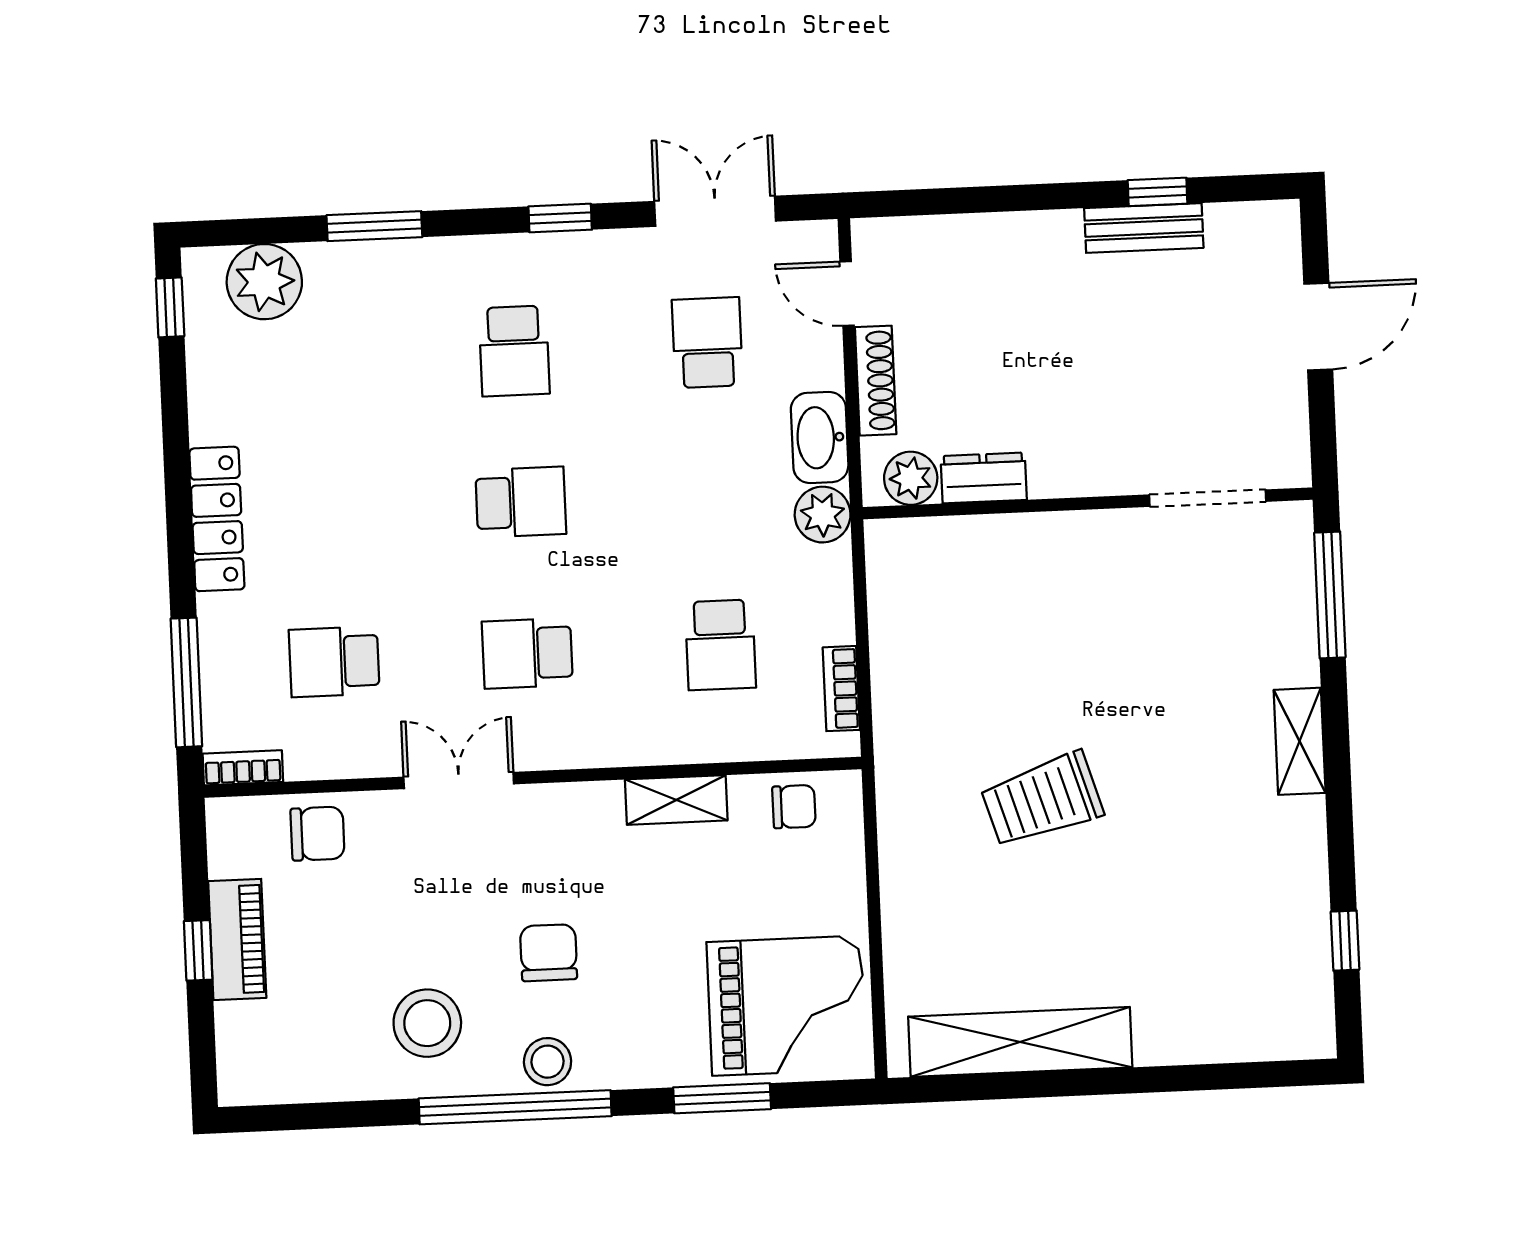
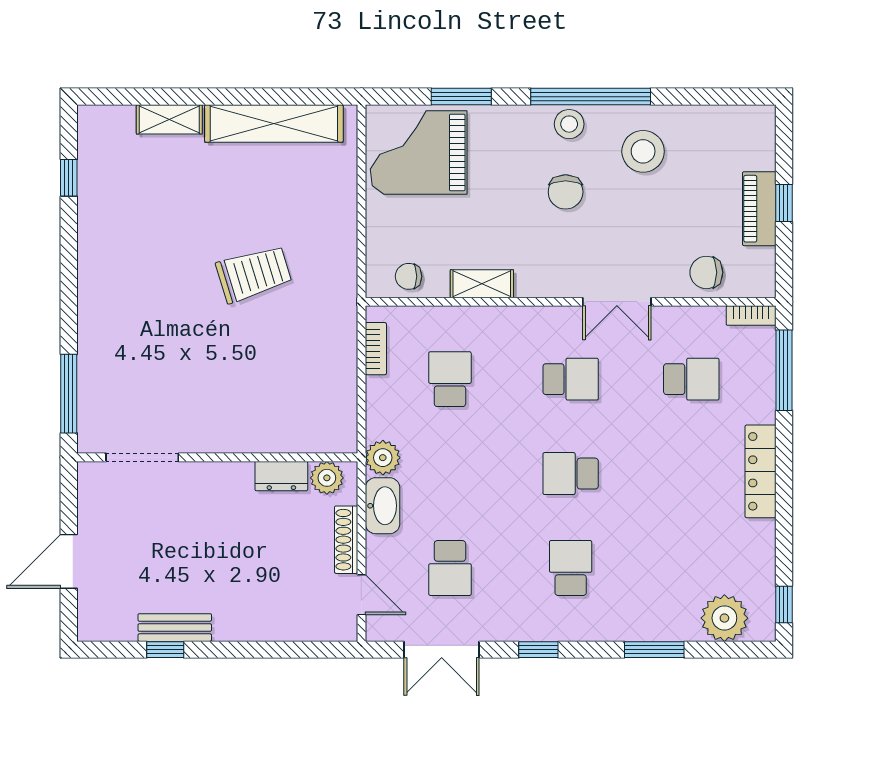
shelving: (1300, 741) -> (169, 119), moved, turned 90

